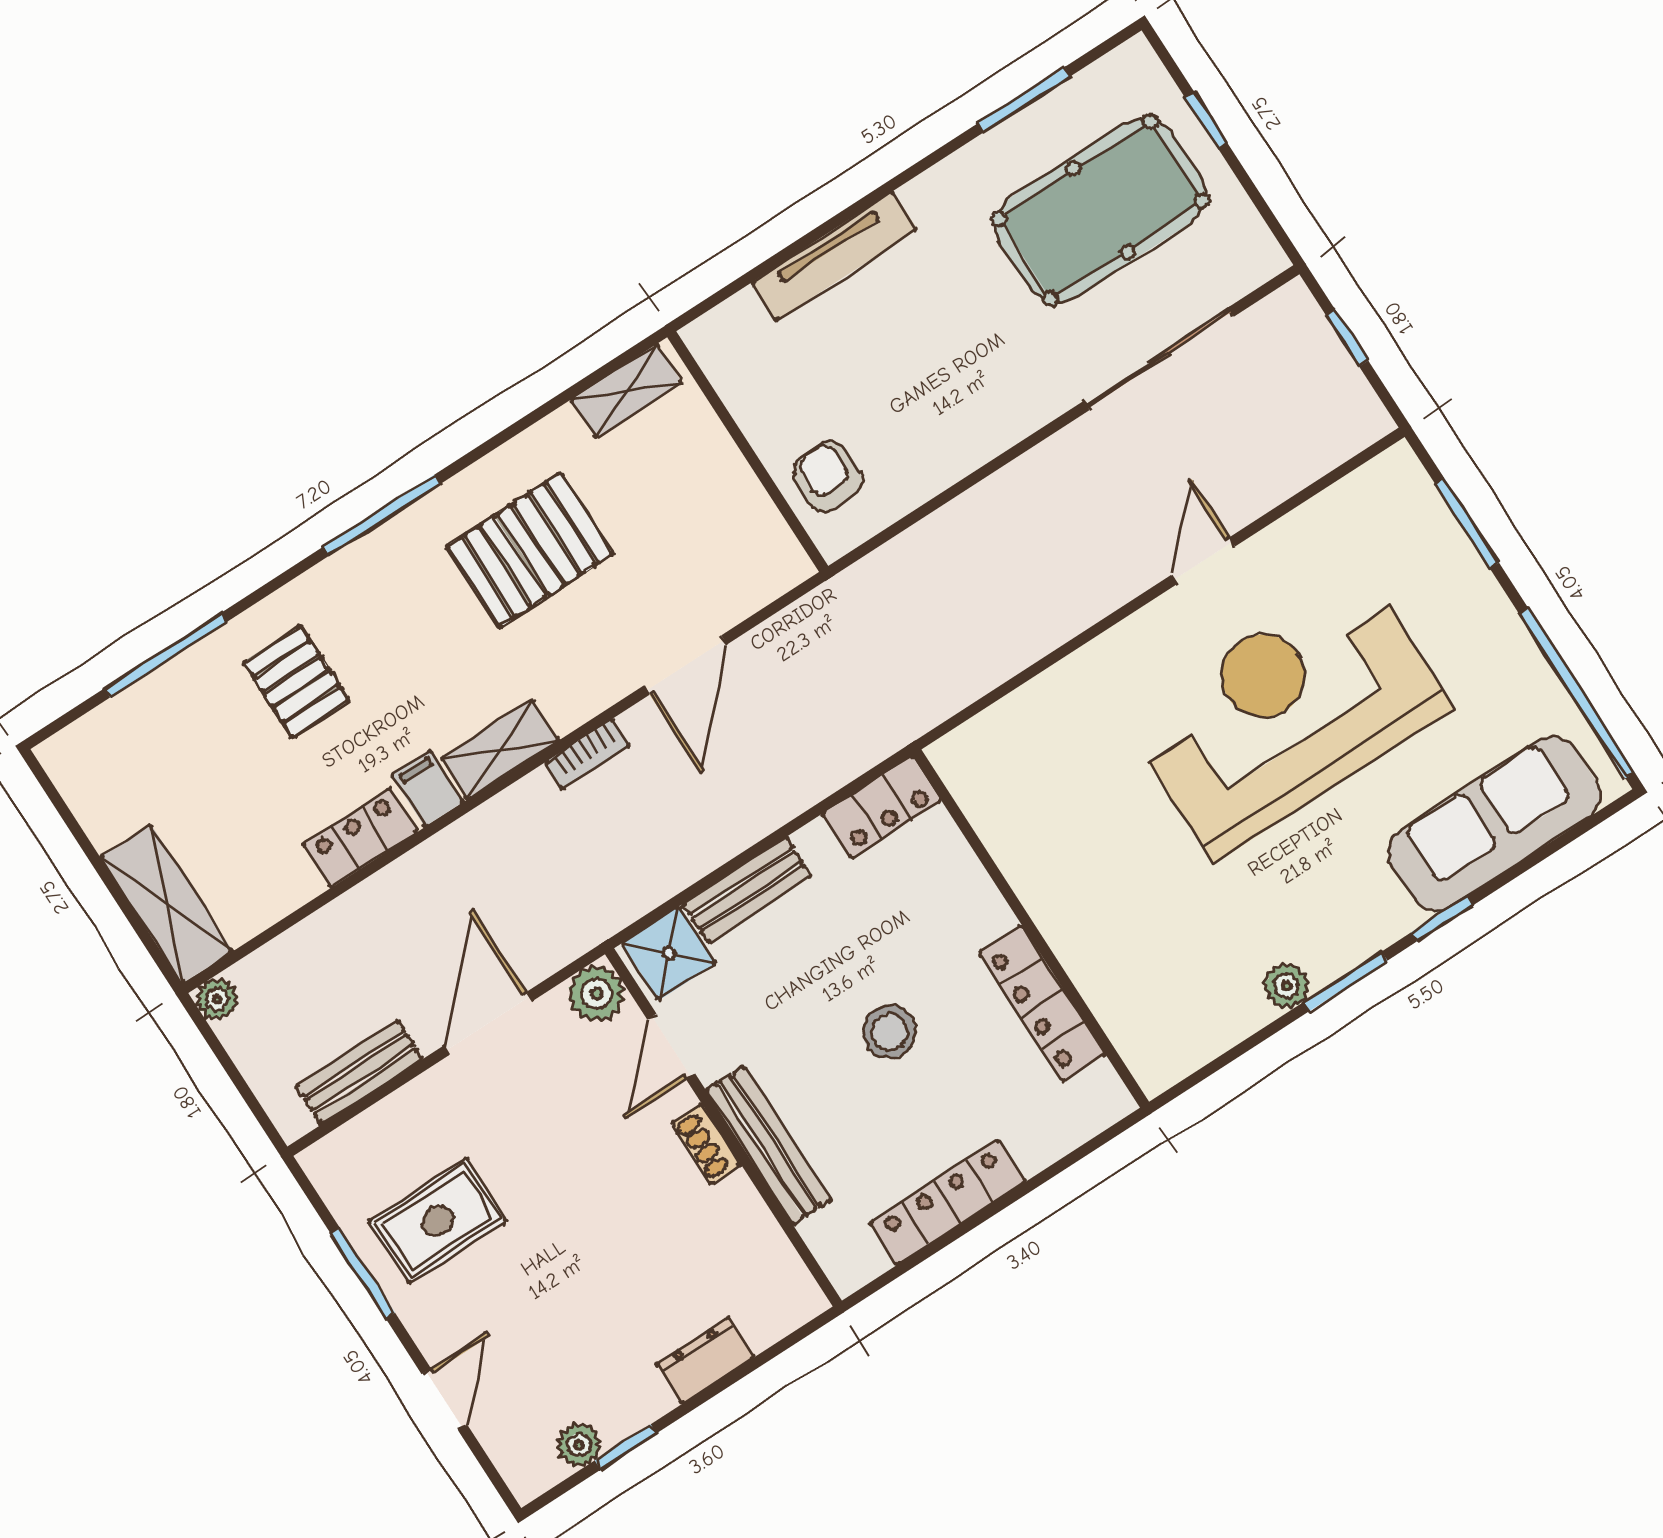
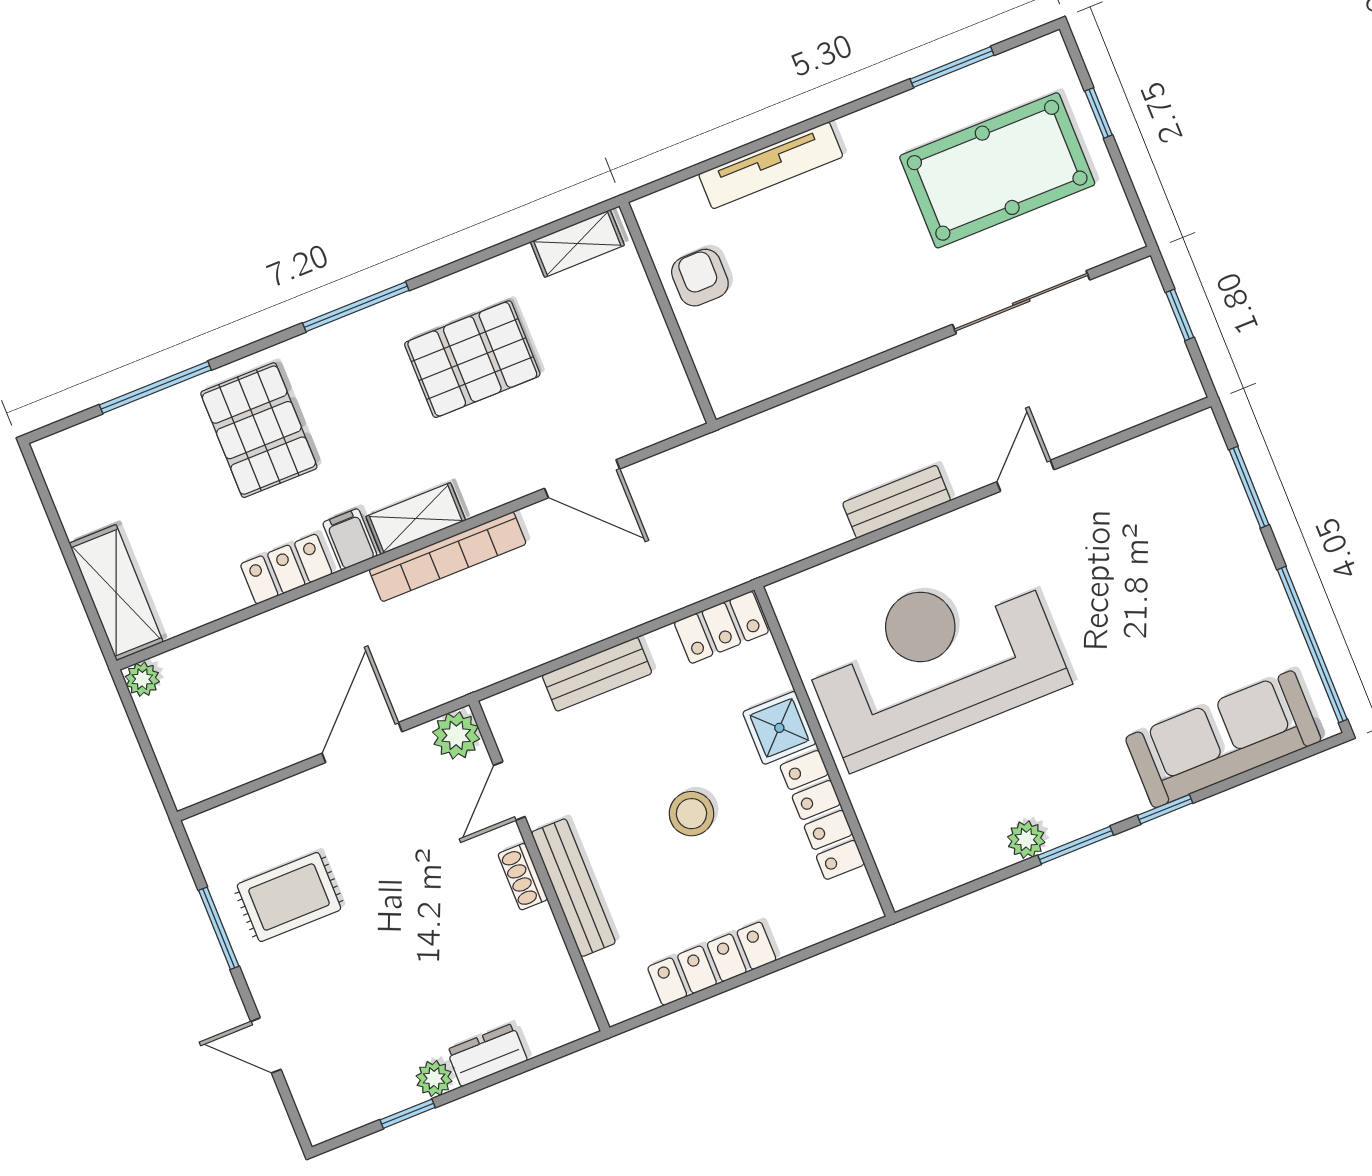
armchair: (828, 476) -> (700, 278), moved
door: (685, 665) -> (582, 479), hinge flipped
pallet: (296, 682) -> (259, 430), width x1.50, depth x1.42
reception desk: (1288, 713) -> (934, 662), moved
bookcase: (587, 754) -> (448, 557), width x2.31, depth x1.31
shower: (669, 953) -> (779, 728), moved
bench: (359, 1072) -> (897, 502), moved
door: (444, 1399) -> (266, 1045), swing flipped
plant: (579, 1445) -> (434, 1078), moved

